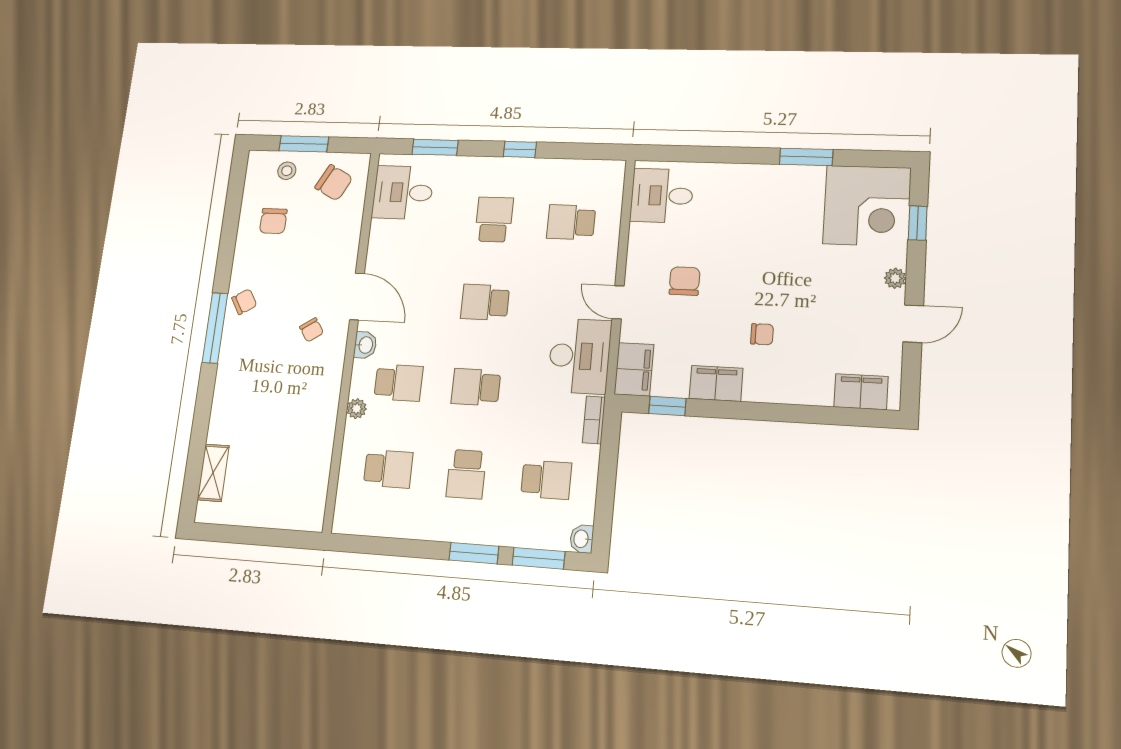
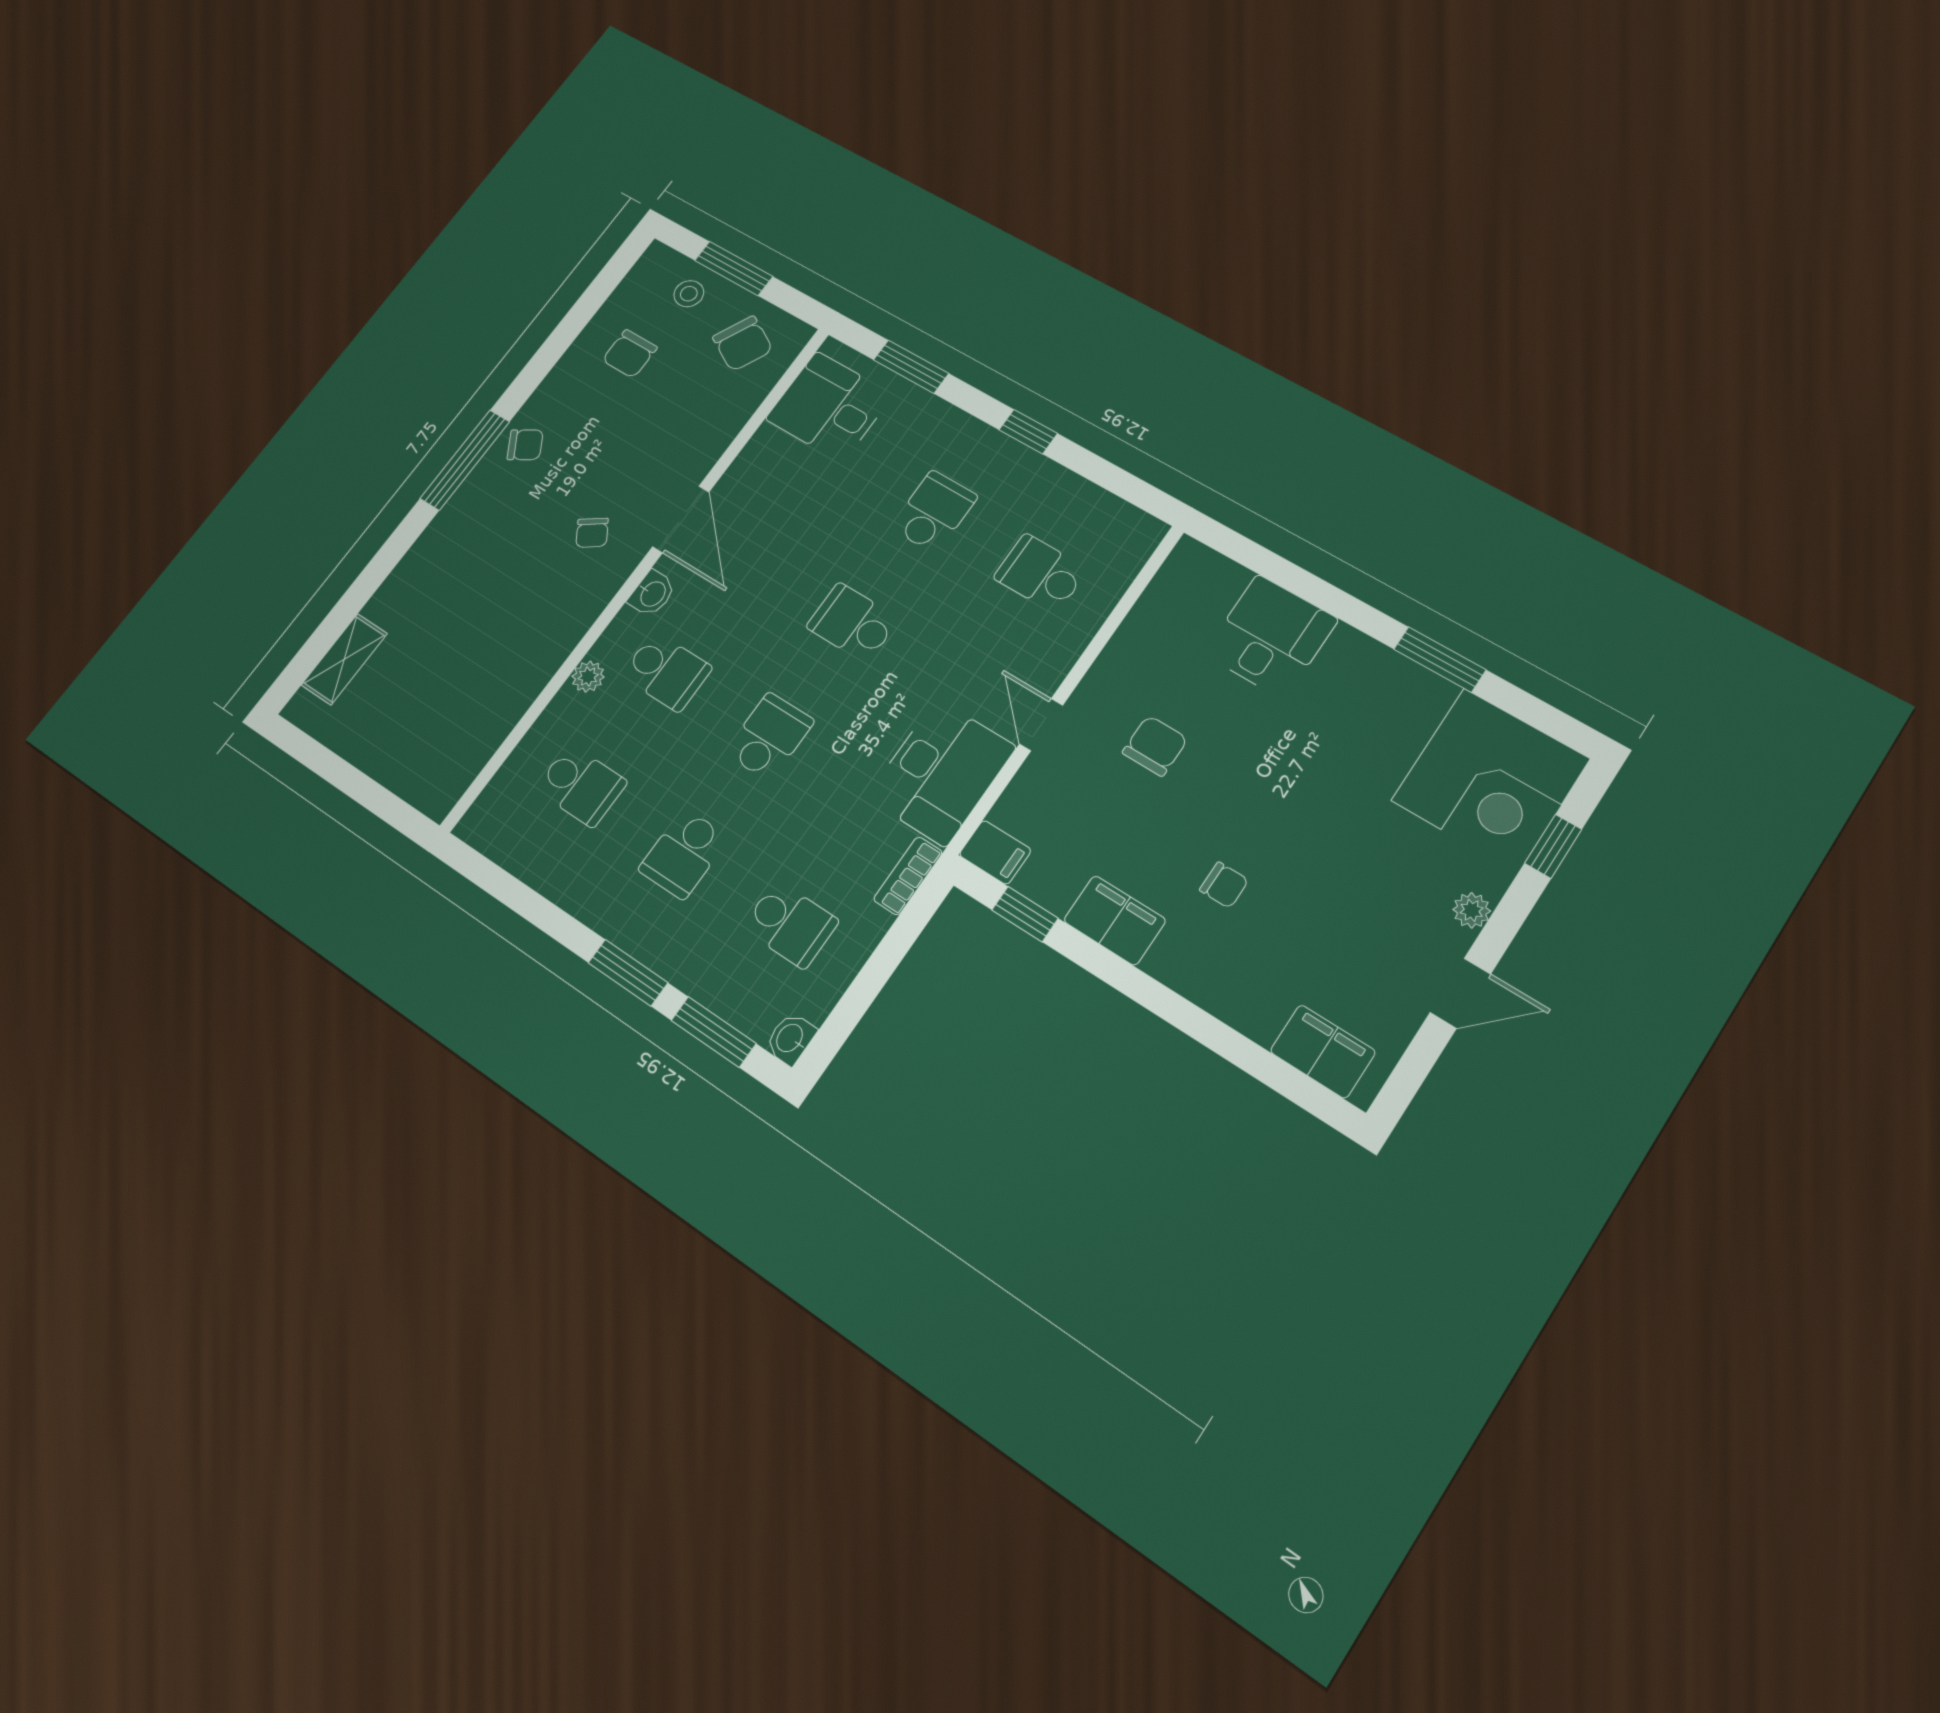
desk: (662, 196) -> (1271, 637), moved, turned 90
filing cabinet: (634, 369) -> (995, 852), width x0.50
school desk: (476, 387) -> (769, 737), turned 90

